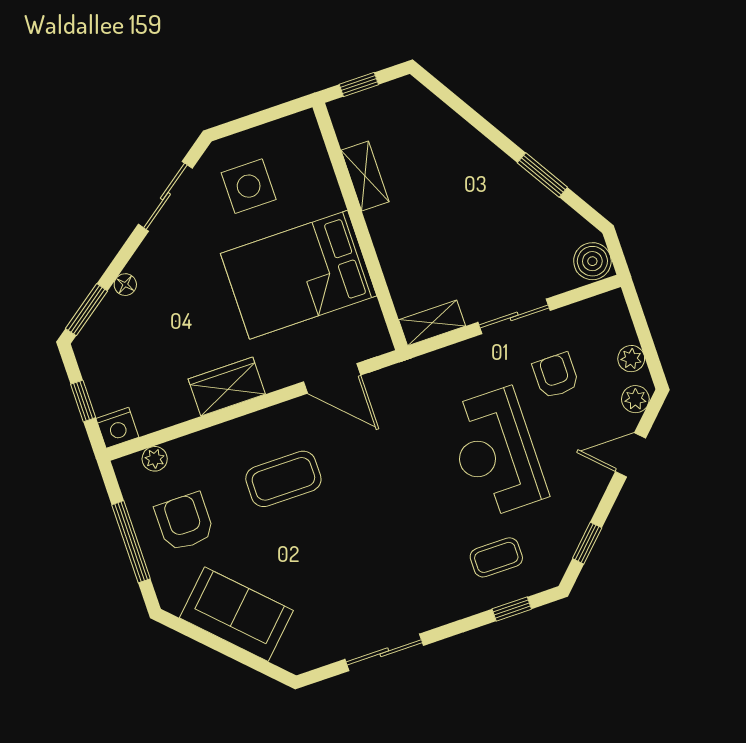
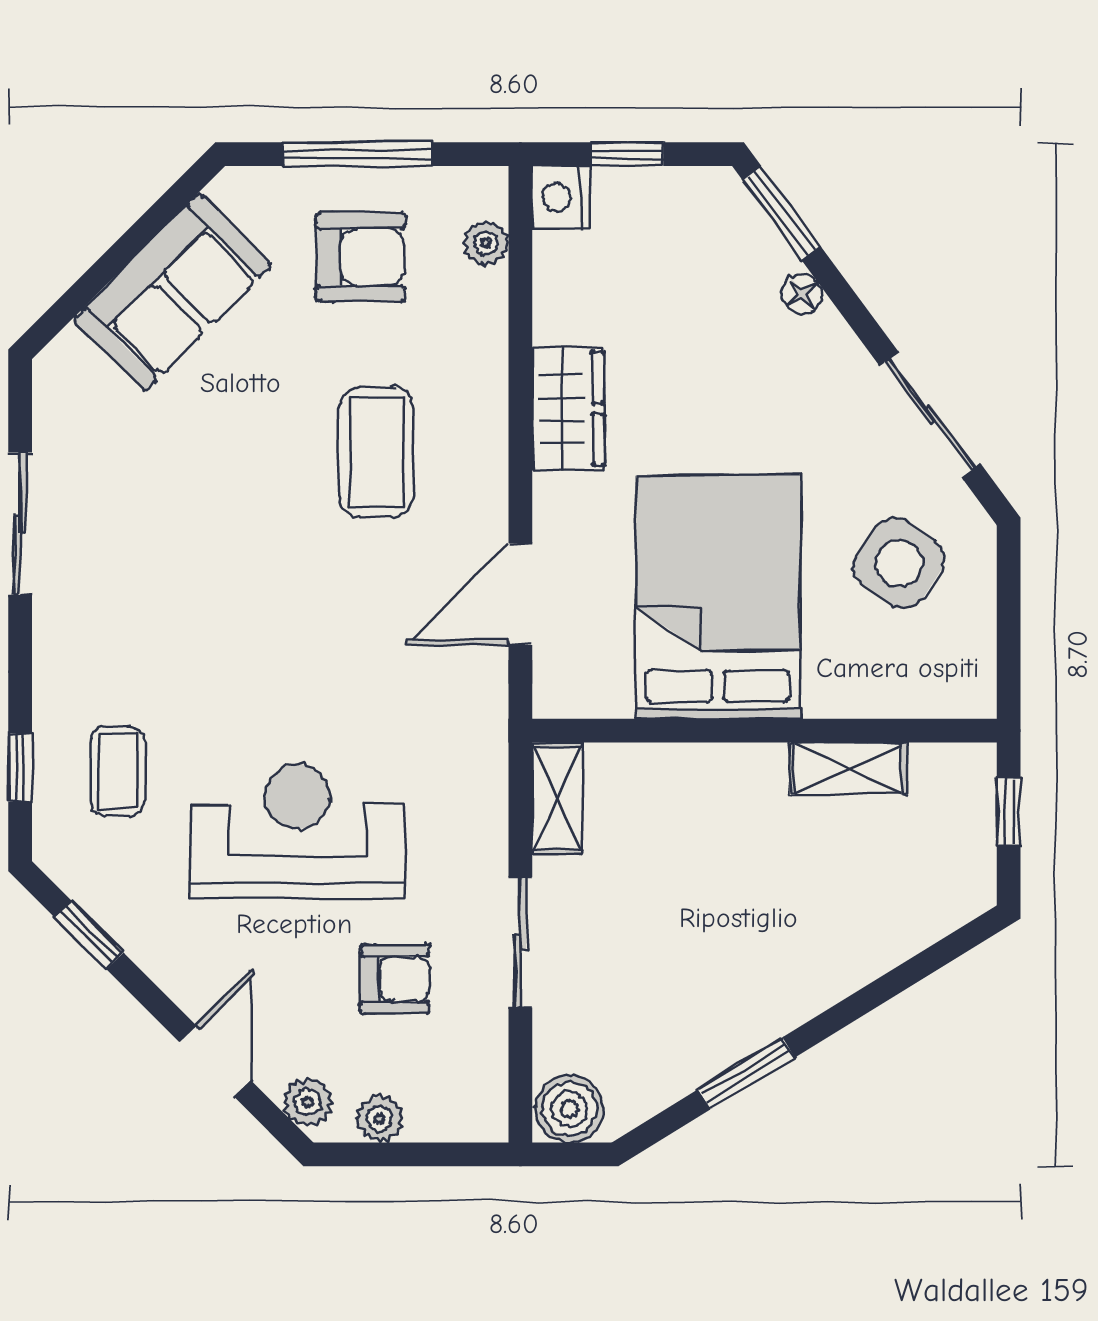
side table: (249, 186) -> (899, 563), turned 33

